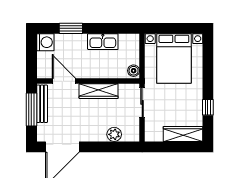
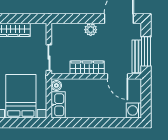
window: (71, 28) -> (111, 123), removed
kitchen sink: (103, 42) -> (58, 105), moved, turned 90
plant: (114, 134) -> (91, 30), moved

